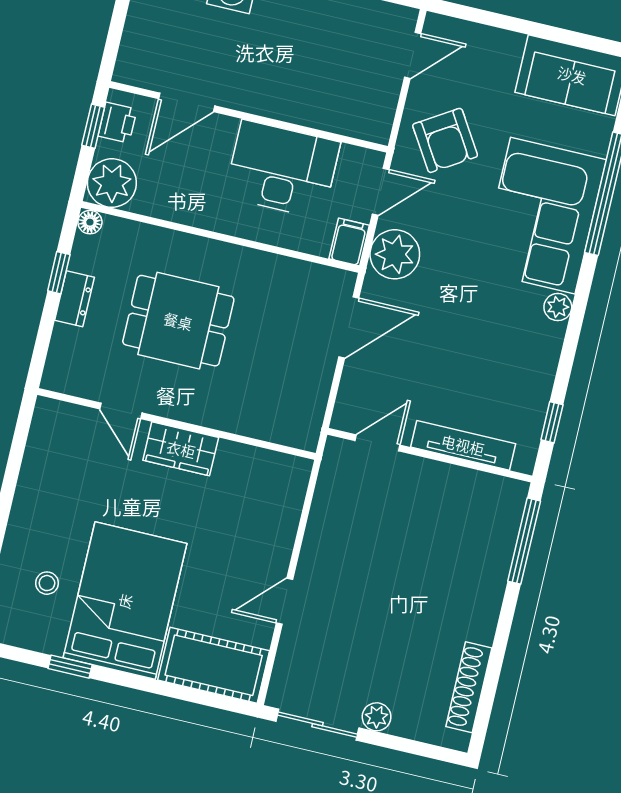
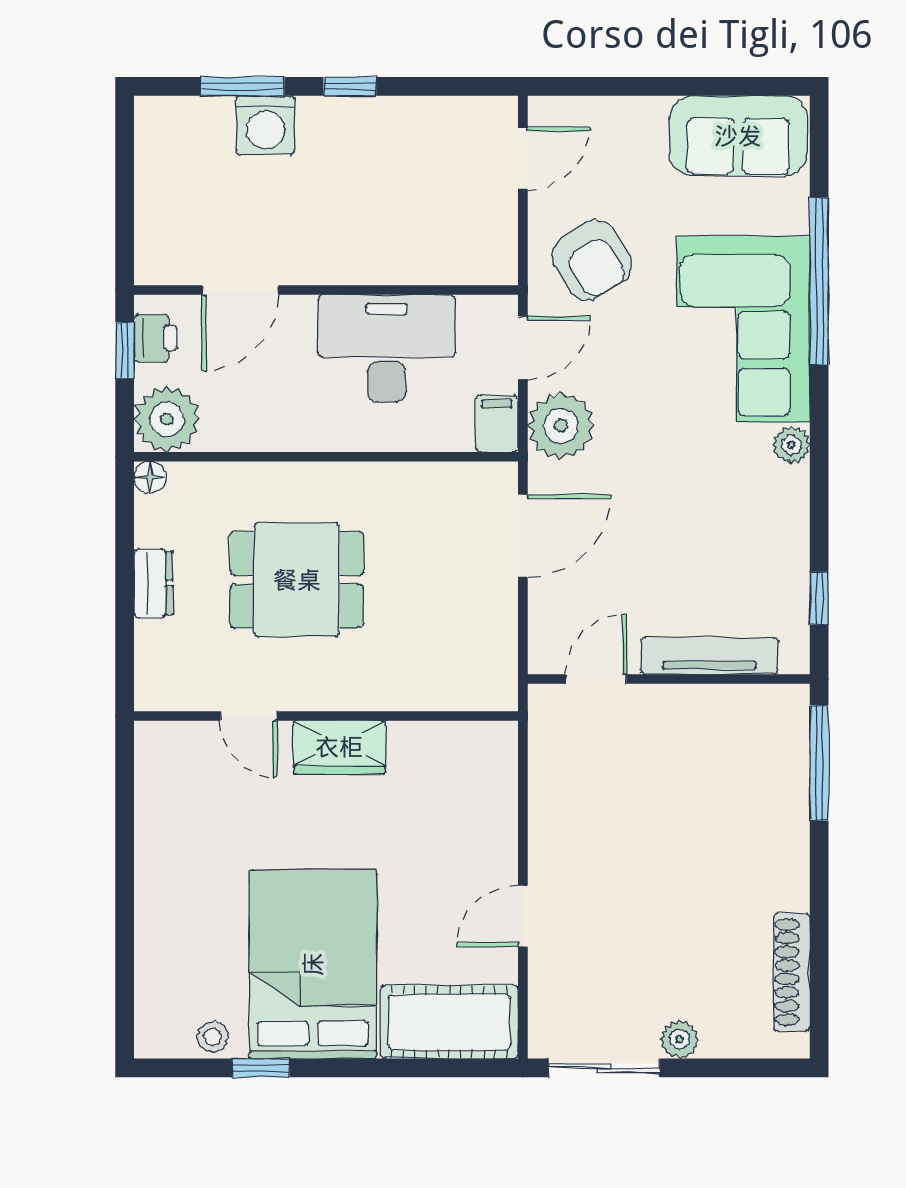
window: (59, 273) -> (125, 553), removed
stool: (47, 583) -> (213, 1037), moved

